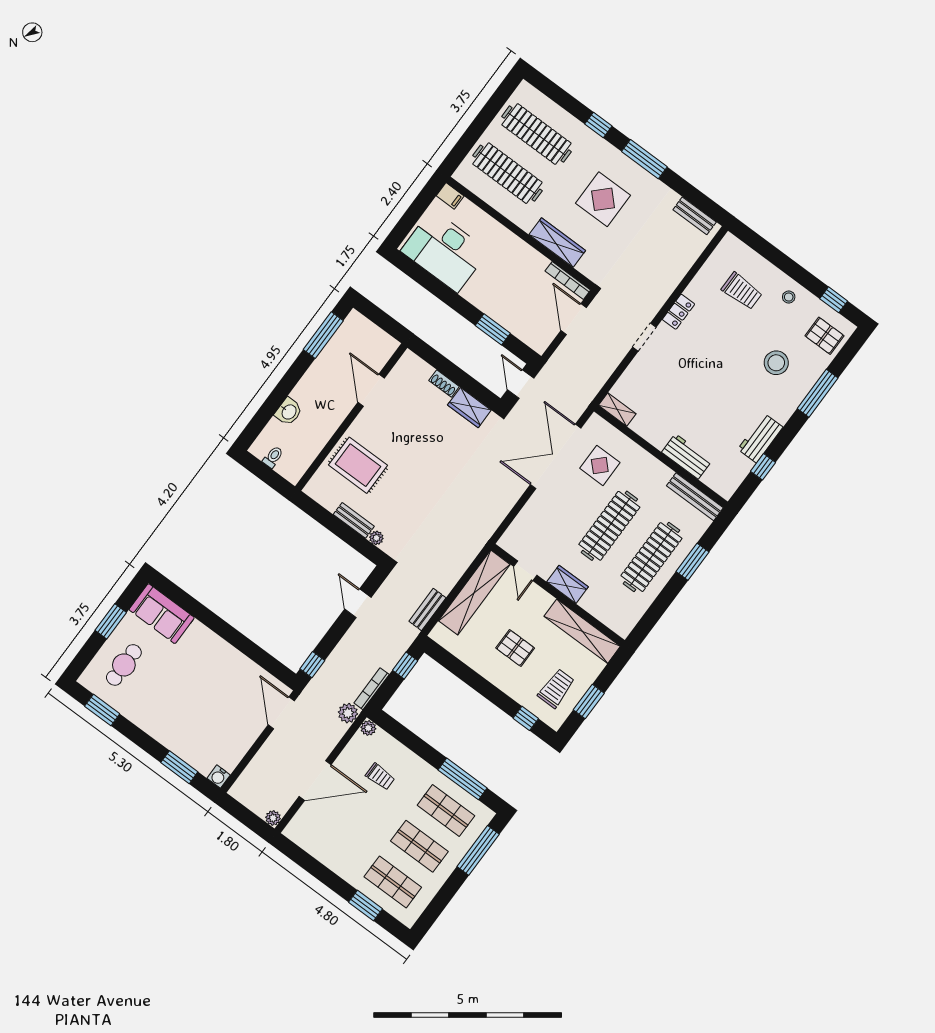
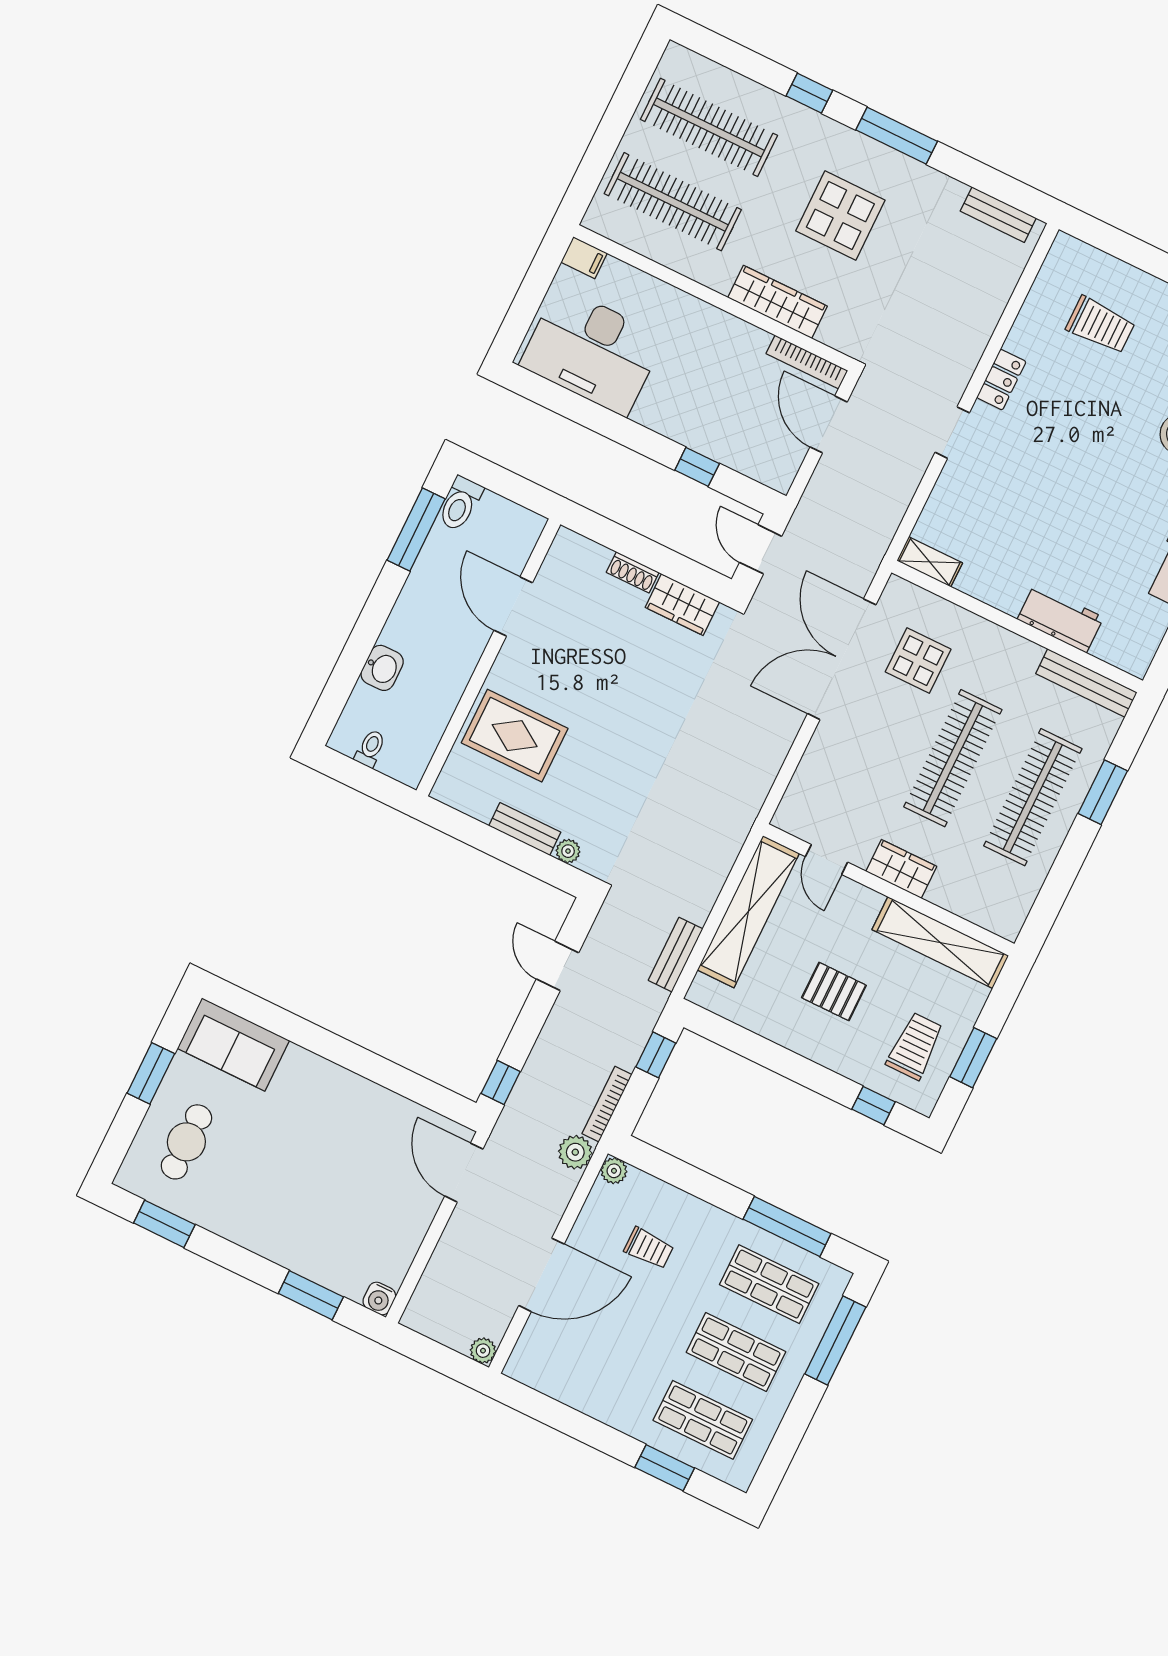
toilet: (352, 325) -> (460, 504), added
window: (493, 329) -> (697, 467), width x0.67

